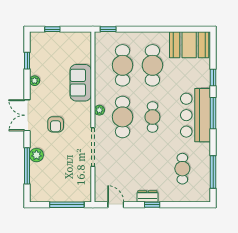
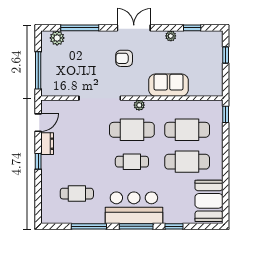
plant: (36, 155) -> (57, 38), moved
window: (213, 172) -> (89, 226), moved
dresser: (147, 196) -> (47, 144), moved

